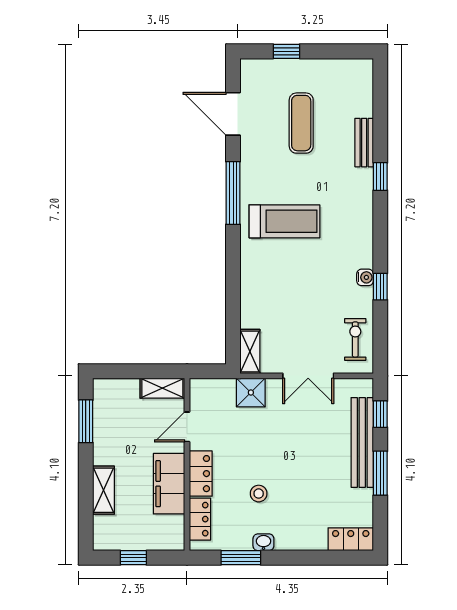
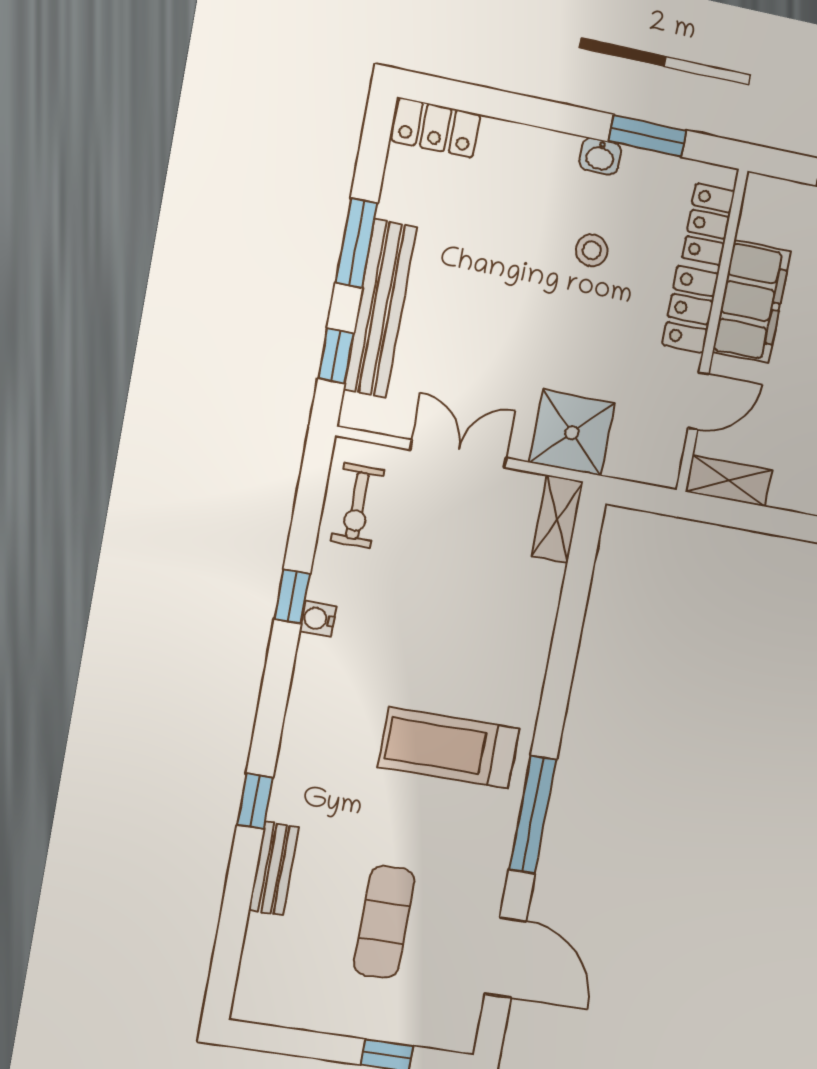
shower: (251, 393) -> (572, 433), width x1.36, depth x1.36

